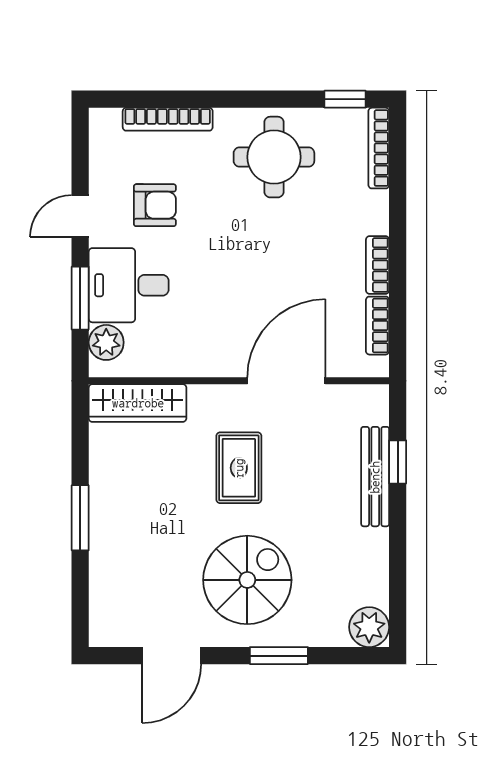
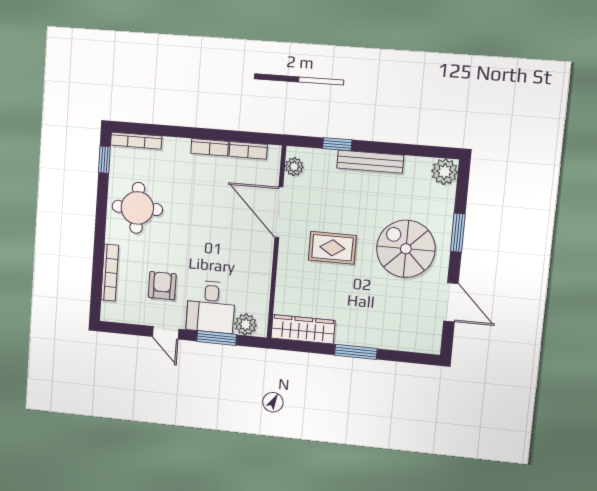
plant: (358, 399) -> (294, 167), added
wardrobe: (138, 403) -> (303, 329), moved, turned -90
bench: (375, 477) -> (370, 162), moved

